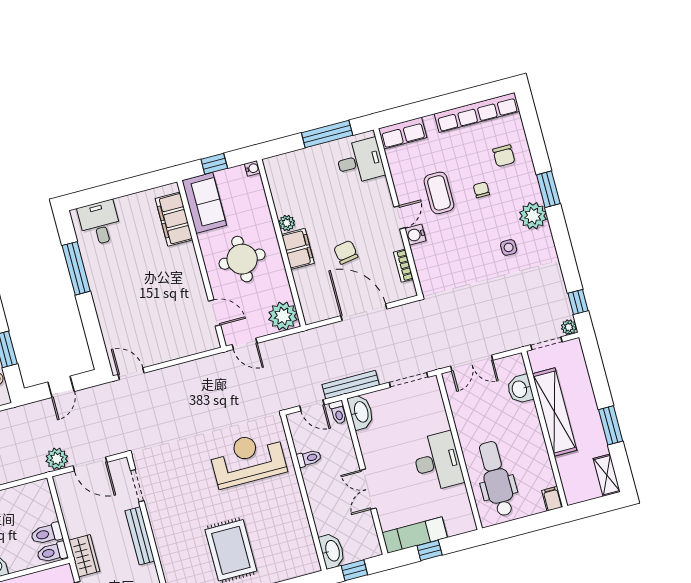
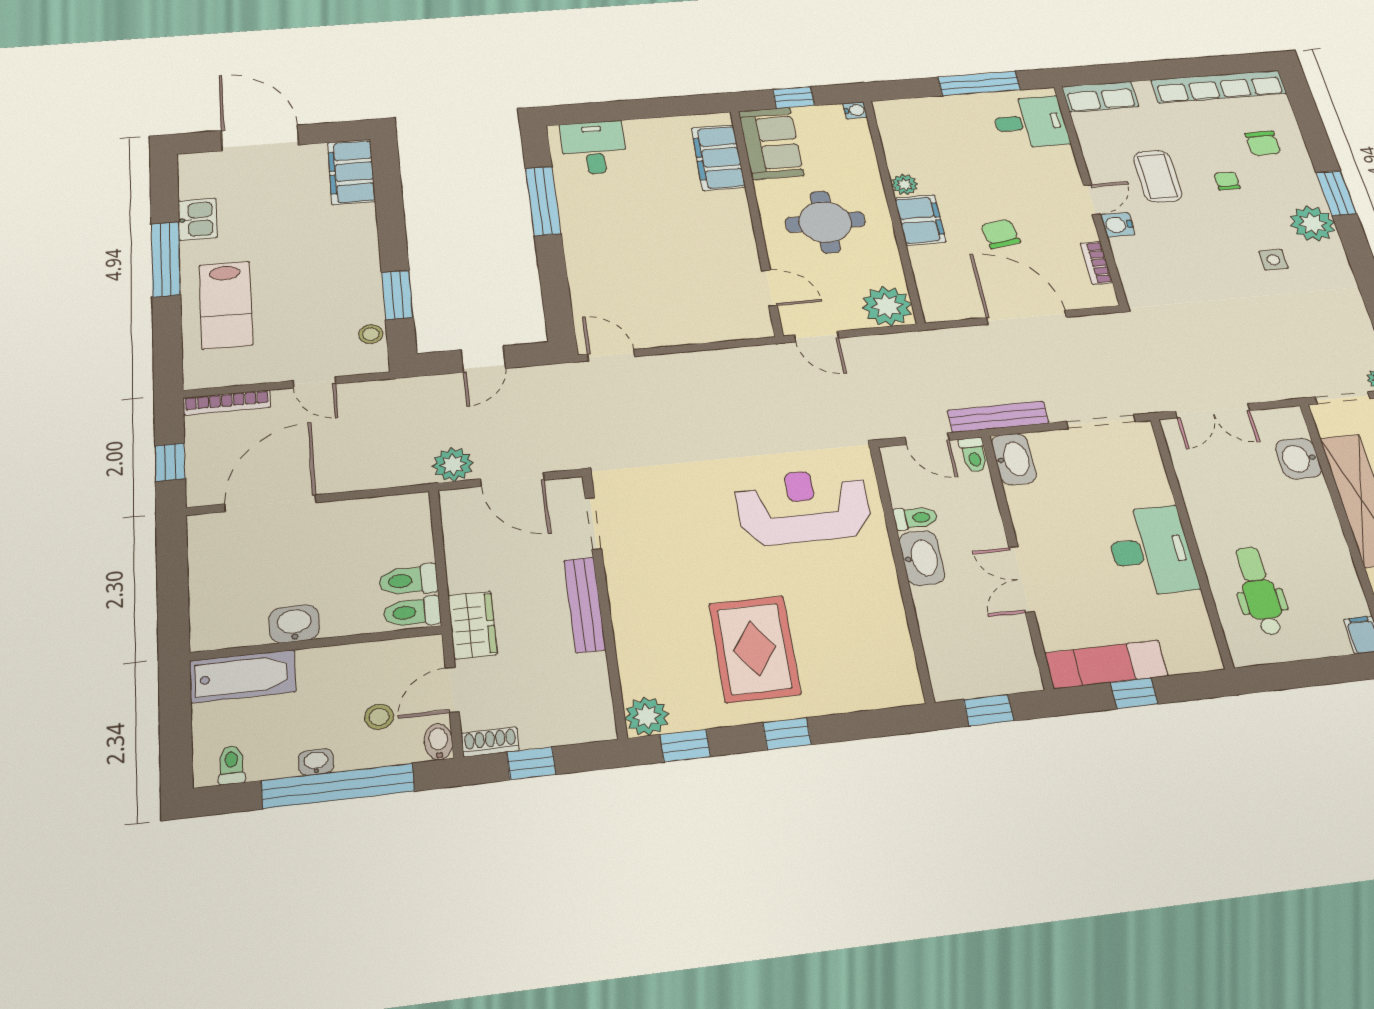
dental chair: (496, 479) -> (1259, 591), width x0.73, depth x0.72
washbasin: (332, 551) -> (922, 558), moved

